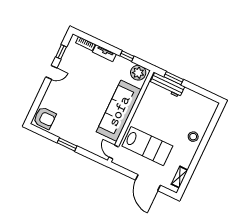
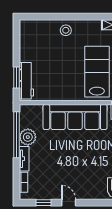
window: (127, 56) -> (16, 135), width x3.17
plant: (138, 73) -> (28, 137), moved

